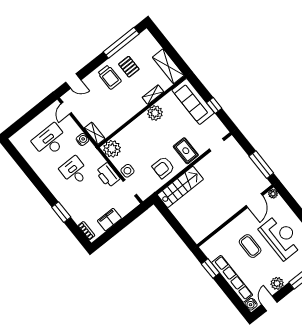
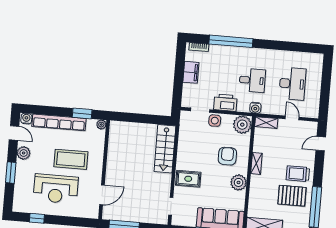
pallet: (129, 67) -> (292, 196), width x1.50, depth x1.42
shelving: (153, 95) -> (256, 163), moved
door: (66, 108) -> (292, 118), moved
water cooler: (82, 139) -> (255, 108), moved
armchair: (163, 167) -> (227, 156), moved
plant: (273, 194) -> (101, 125), moved
door: (254, 201) -> (102, 195), swing flipped
window: (61, 212) -> (231, 41), width x2.11
coffee table: (250, 246) -> (71, 159), width x1.36, depth x1.32

